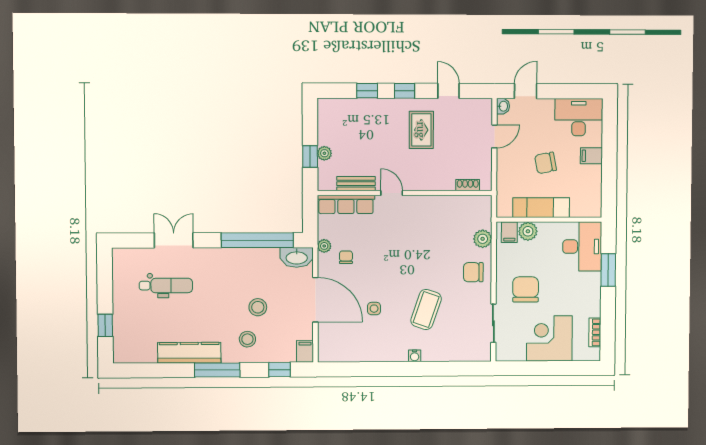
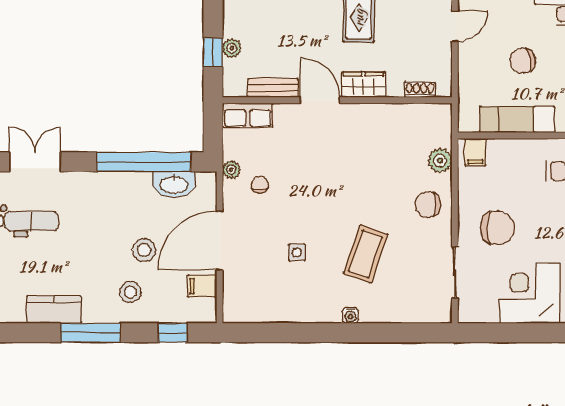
wardrobe: (425, 181) -> (363, 85), added
door: (392, 193) -> (320, 100), width x1.38
row of seats: (346, 204) -> (248, 115), width x0.68
plant: (528, 231) -> (500, 151), removed
washbasin: (297, 257) -> (174, 184), moved
chair: (526, 289) -> (497, 228), turned 90
door: (315, 300) -> (220, 240), swing flipped
filing cabinet: (305, 351) -> (202, 286), moved, turned -90
kitchen counter: (189, 353) -> (54, 310), width x0.67

